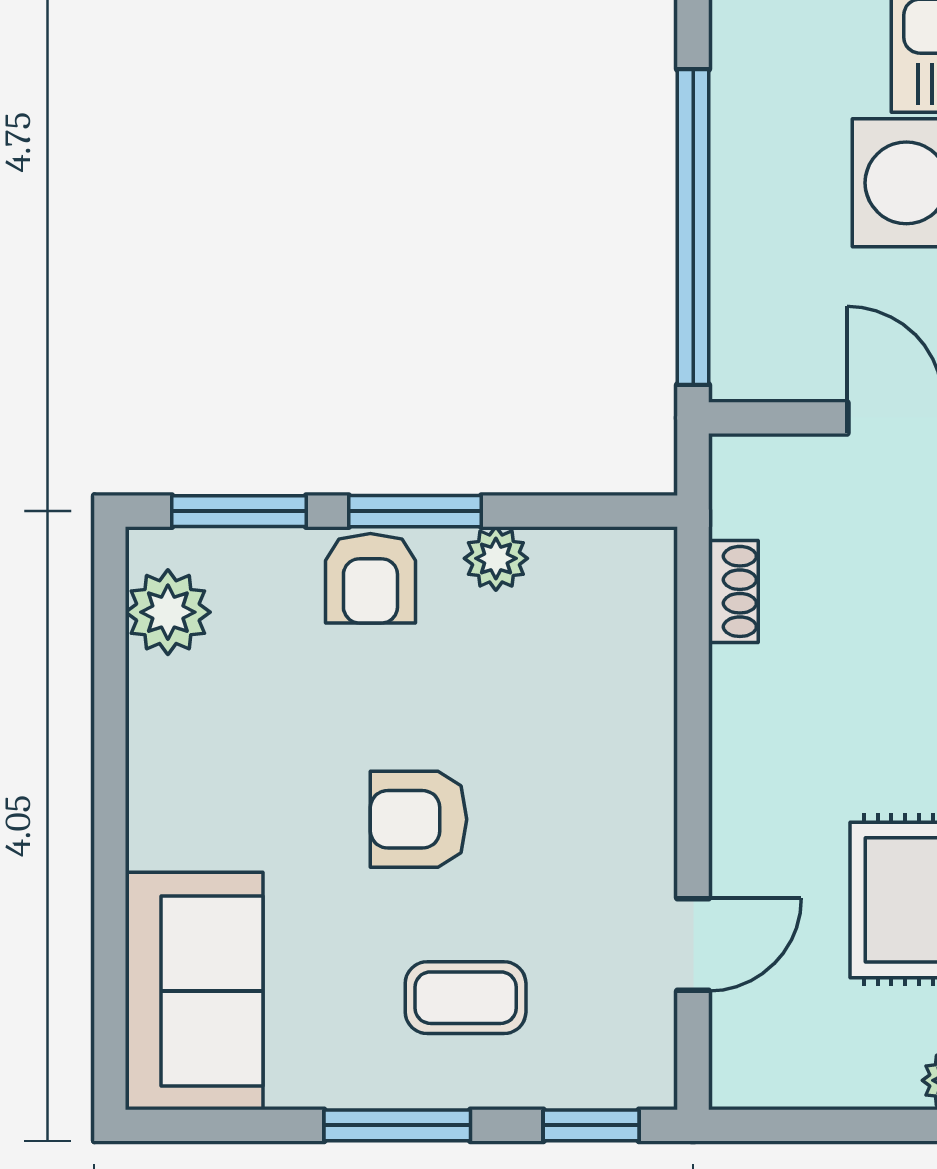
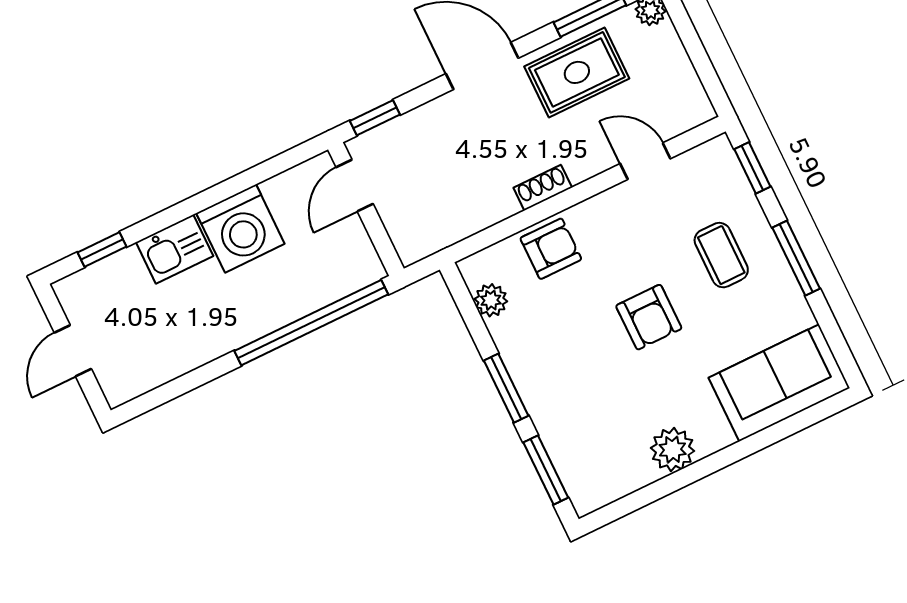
plant: (496, 558) -> (491, 300), moved
armchair: (370, 578) -> (551, 249), moved
shoe rack: (733, 591) -> (543, 188), moved
plant: (168, 612) -> (673, 450), moved

